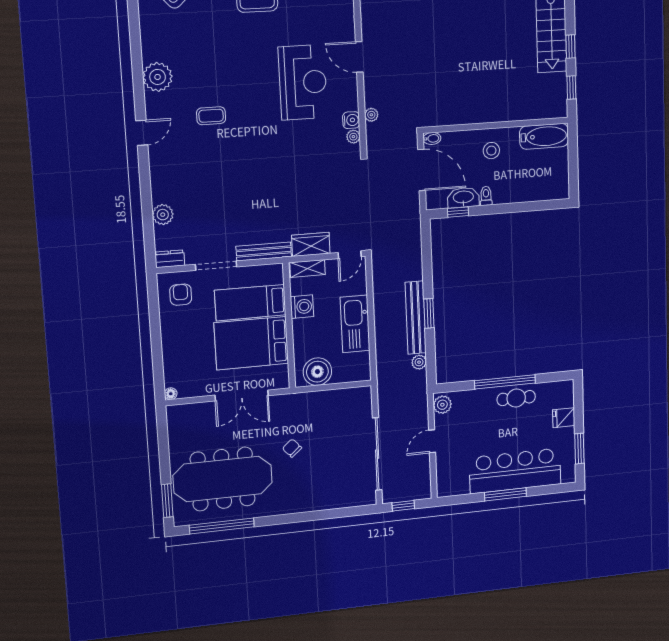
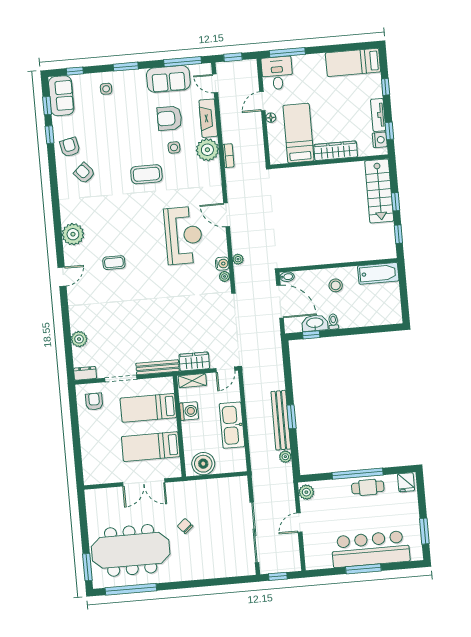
bed: (251, 343) -> (151, 447), width x0.67
floor lamp: (171, 394) -> (88, 480), removed
fridge: (564, 418) -> (406, 482), moved, turned -90

